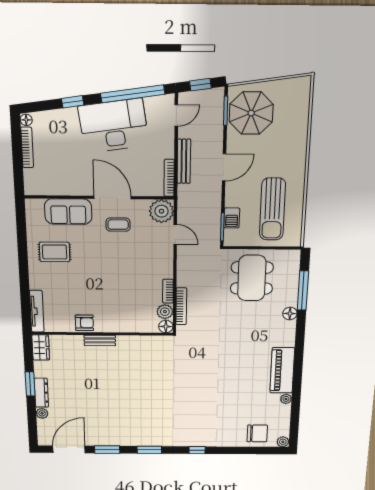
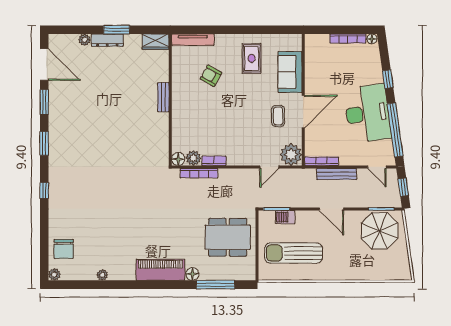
armchair: (84, 323) -> (211, 76), moved, turned 119
piano: (282, 370) -> (160, 270), moved

